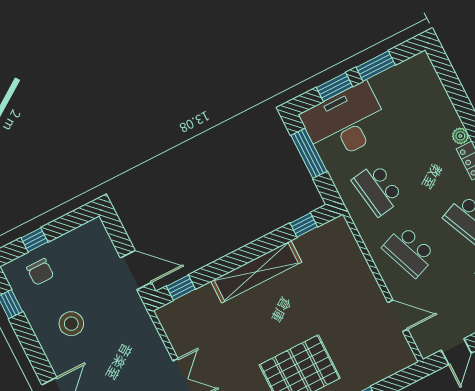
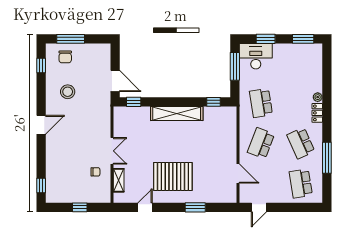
window: (376, 66) -> (303, 39), moved
desk: (345, 123) -> (256, 56), width x0.73, depth x0.77
window: (34, 240) -> (71, 39), width x2.17
school desk: (409, 251) -> (261, 143), turned 42

